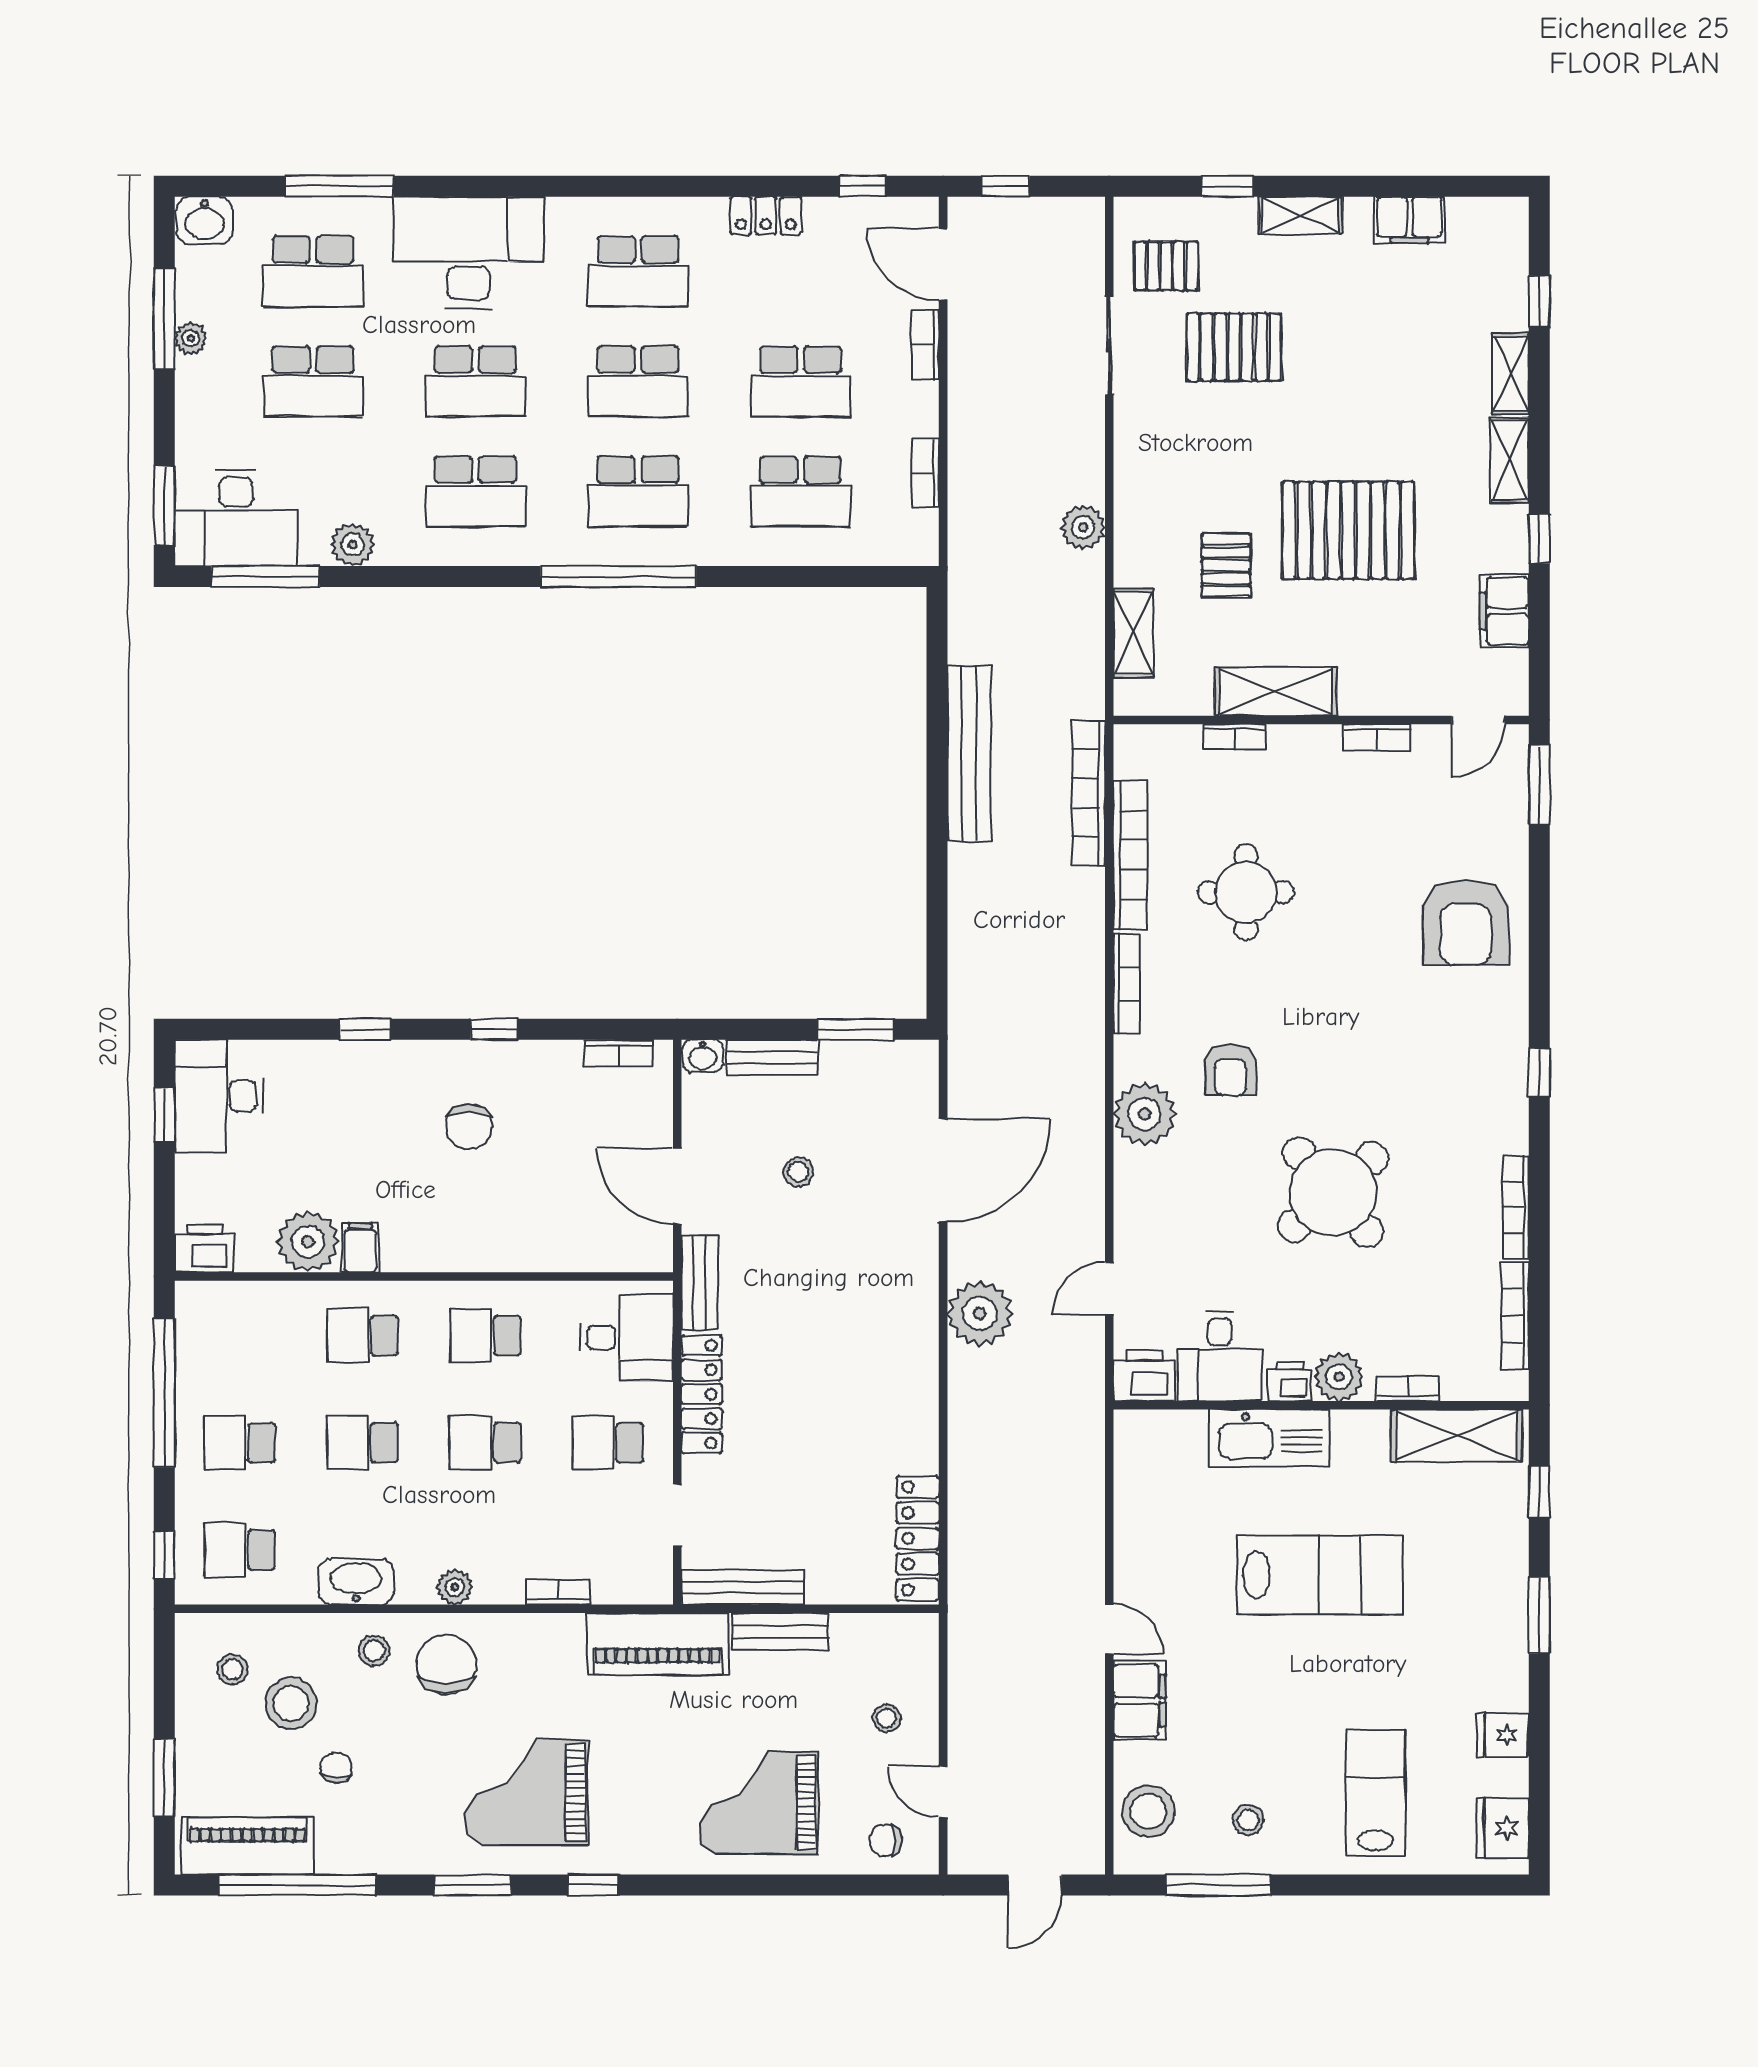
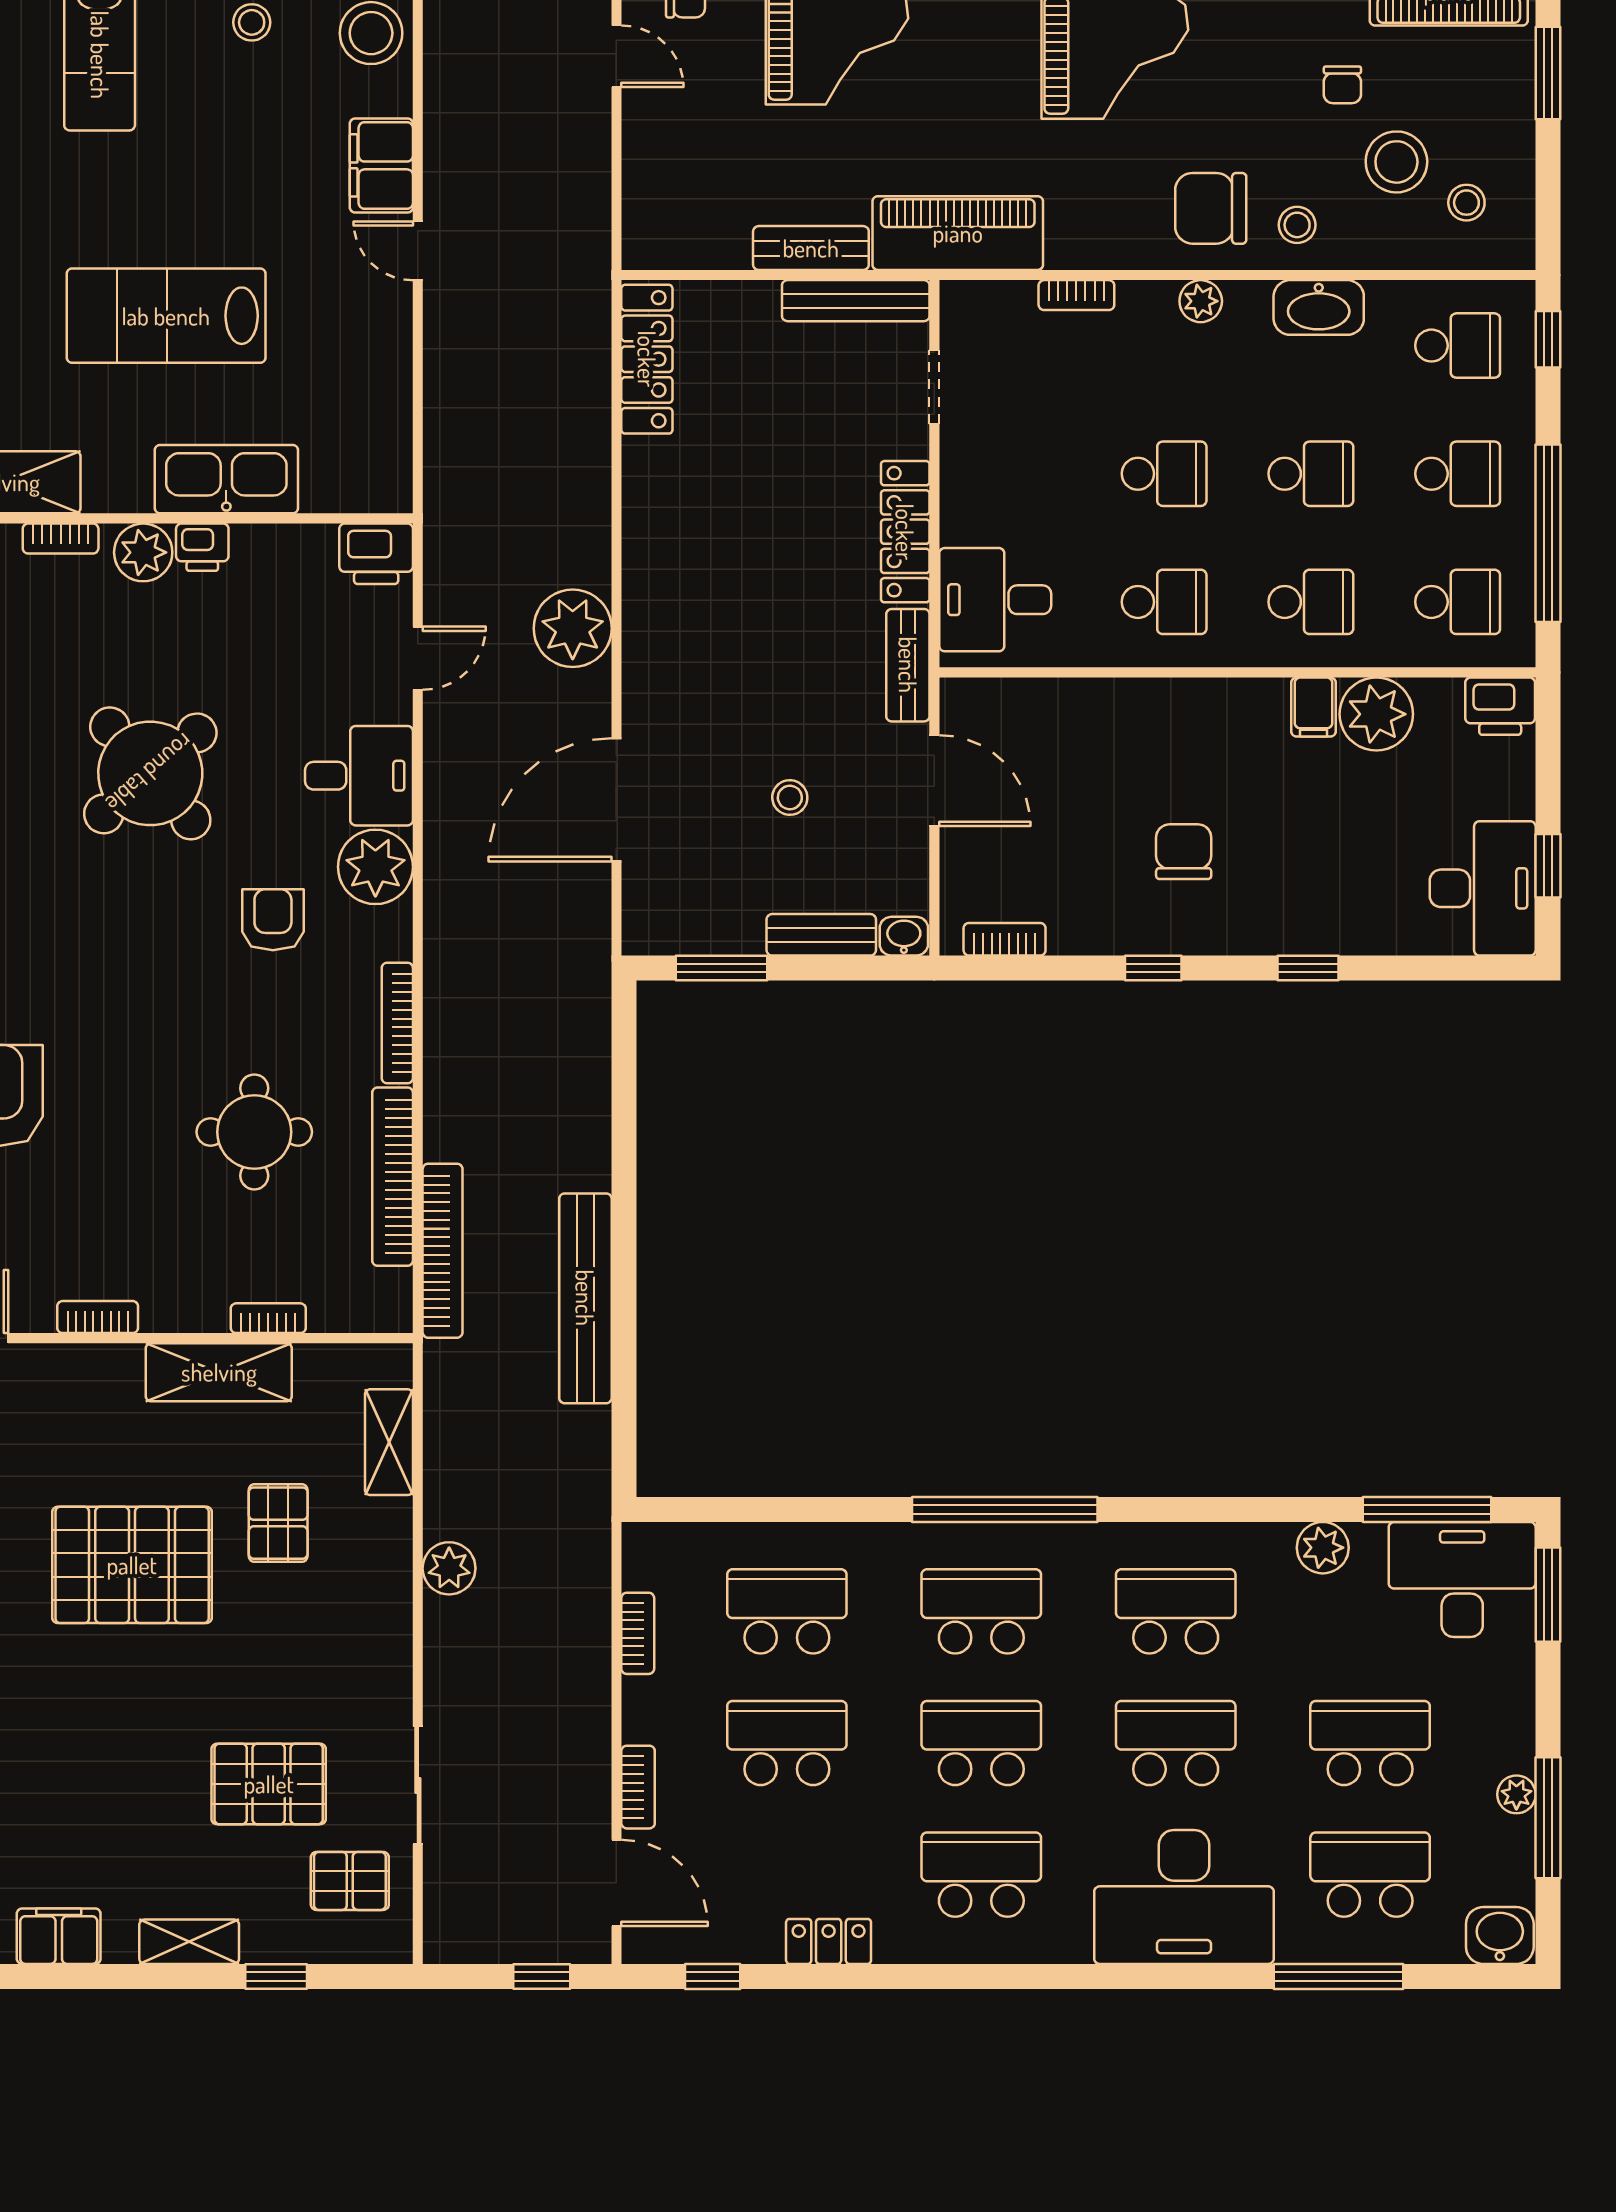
desk: (1220, 1356) -> (359, 776), moved, turned 90
school desk: (608, 1443) -> (1458, 602), moved
chair: (446, 1665) -> (1211, 208), turned 90
stool: (887, 1718) -> (684, 145), removed

